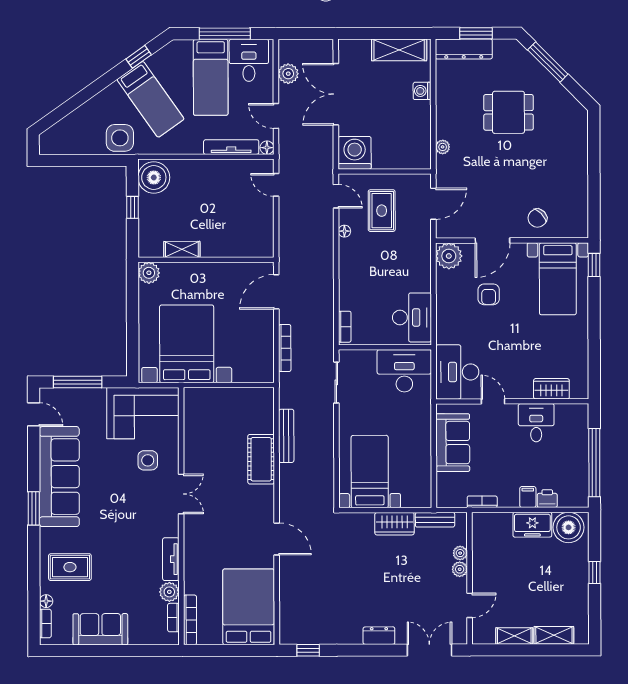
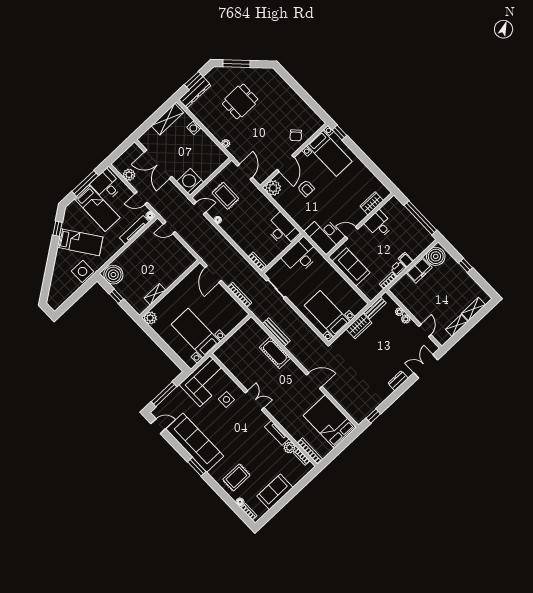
bed with nightstands: (187, 344) -> (196, 333), width x0.73
printer: (547, 499) -> (398, 269), moved

